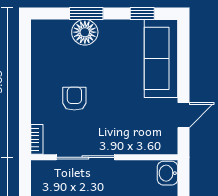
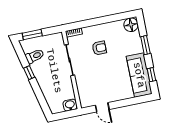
floor lamp: (85, 32) -> (131, 25), moved
sofa: (161, 58) -> (139, 75), moved, turned -90

